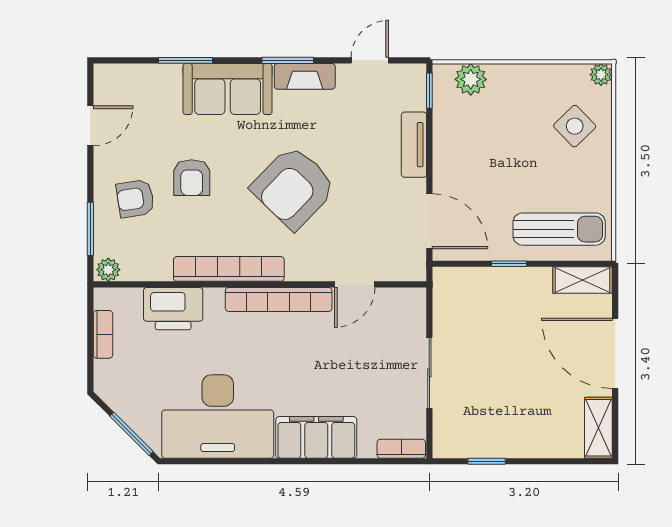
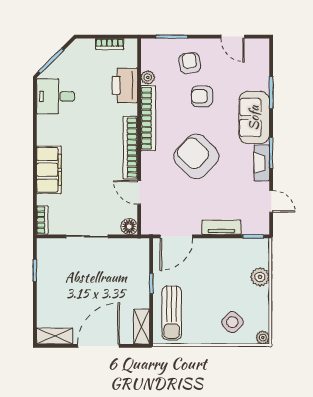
plant: (471, 79) -> (260, 277), moved
plant: (108, 270) -> (148, 77), moved
floor lamp: (413, 301) -> (129, 227), added
desk: (218, 417) -> (56, 96), width x0.53, depth x0.77

